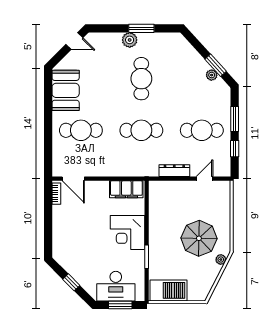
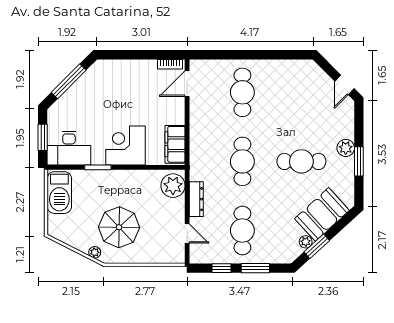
booth: (66, 90) -> (322, 214), moved, turned -42
plant: (163, 191) -> (173, 186), added
window: (71, 282) -> (69, 81), width x2.17
desk: (116, 286) -> (69, 148), moved, turned -90

